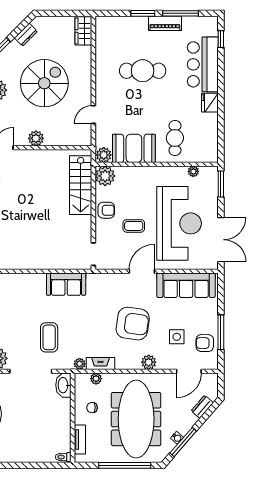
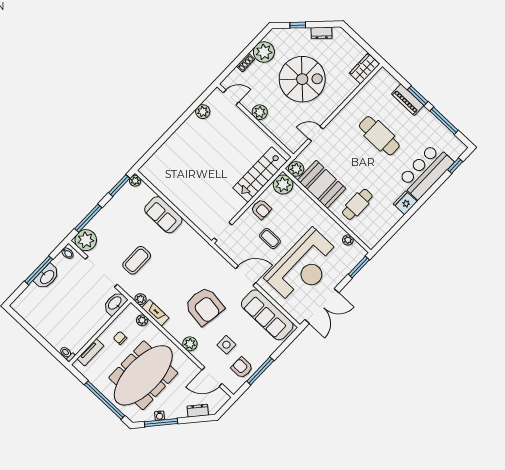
piano: (165, 23) -> (408, 100), moved
sofa: (66, 284) -> (163, 215), moved

